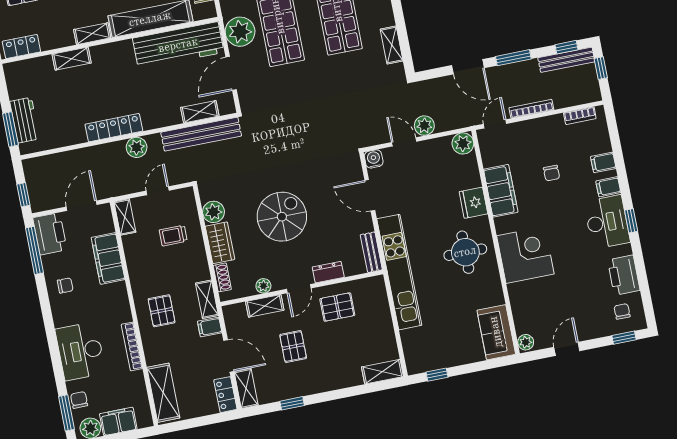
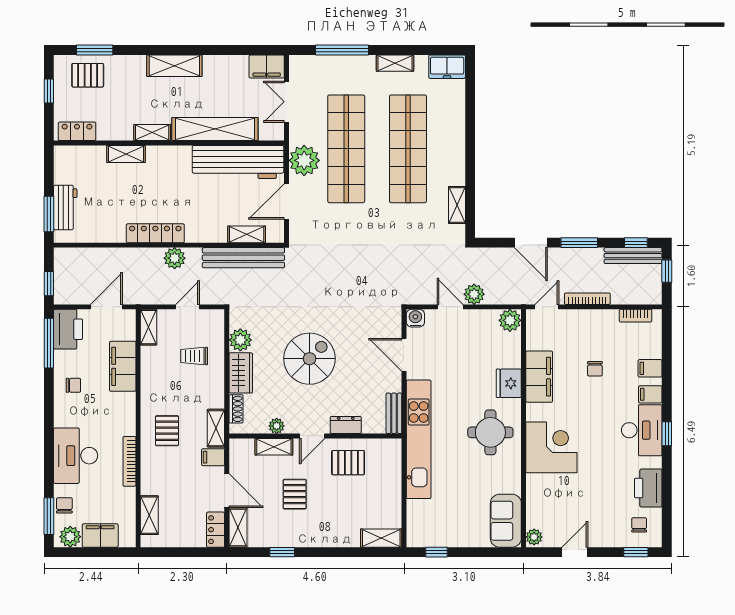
shelving: (163, 393) -> (149, 515), width x0.67, depth x0.75

